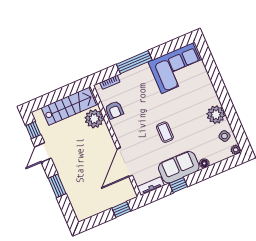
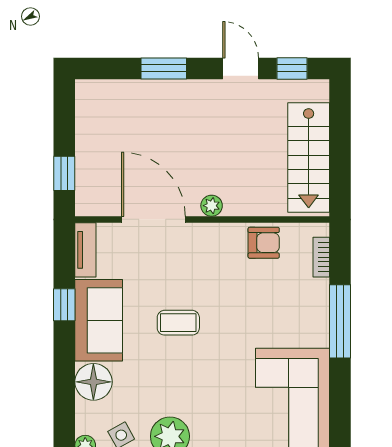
armchair: (114, 110) -> (264, 243), turned 180
plant: (94, 119) -> (212, 206), moved, width x0.53, depth x0.53
floor lamp: (204, 163) -> (93, 382), width x1.89, depth x1.89

